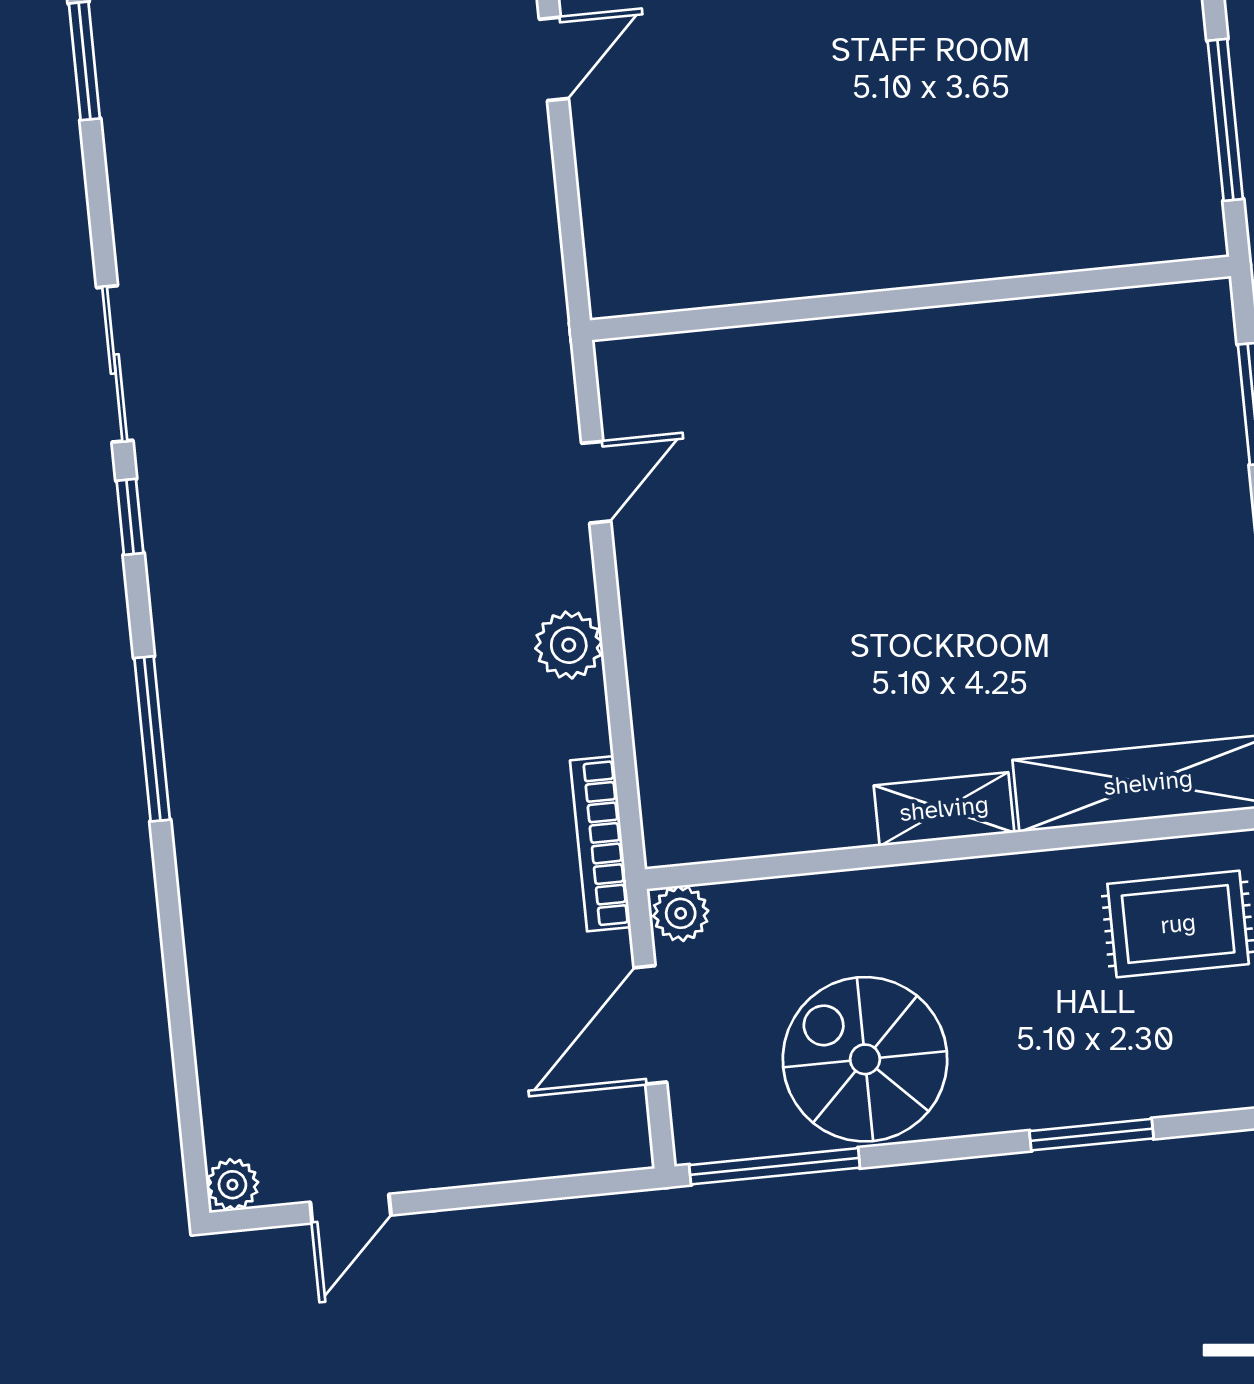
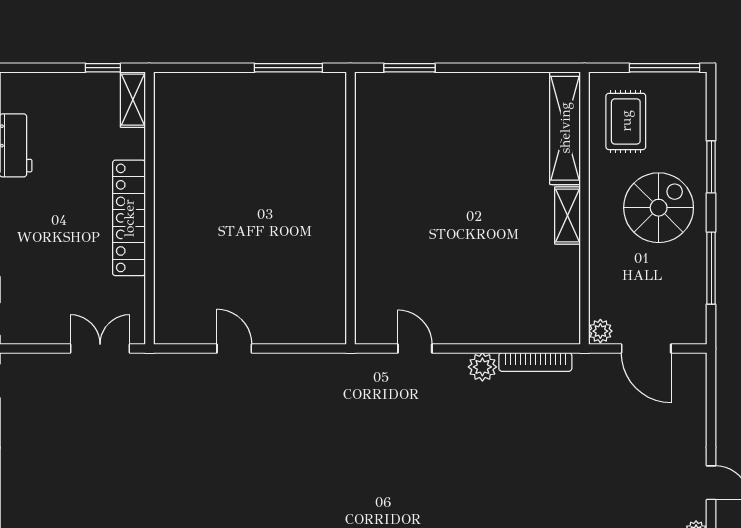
bookcase: (600, 844) -> (535, 362), moved
spiral stairs: (865, 1059) -> (659, 208), moved, turned 180
window: (775, 1166) -> (711, 268), moved

